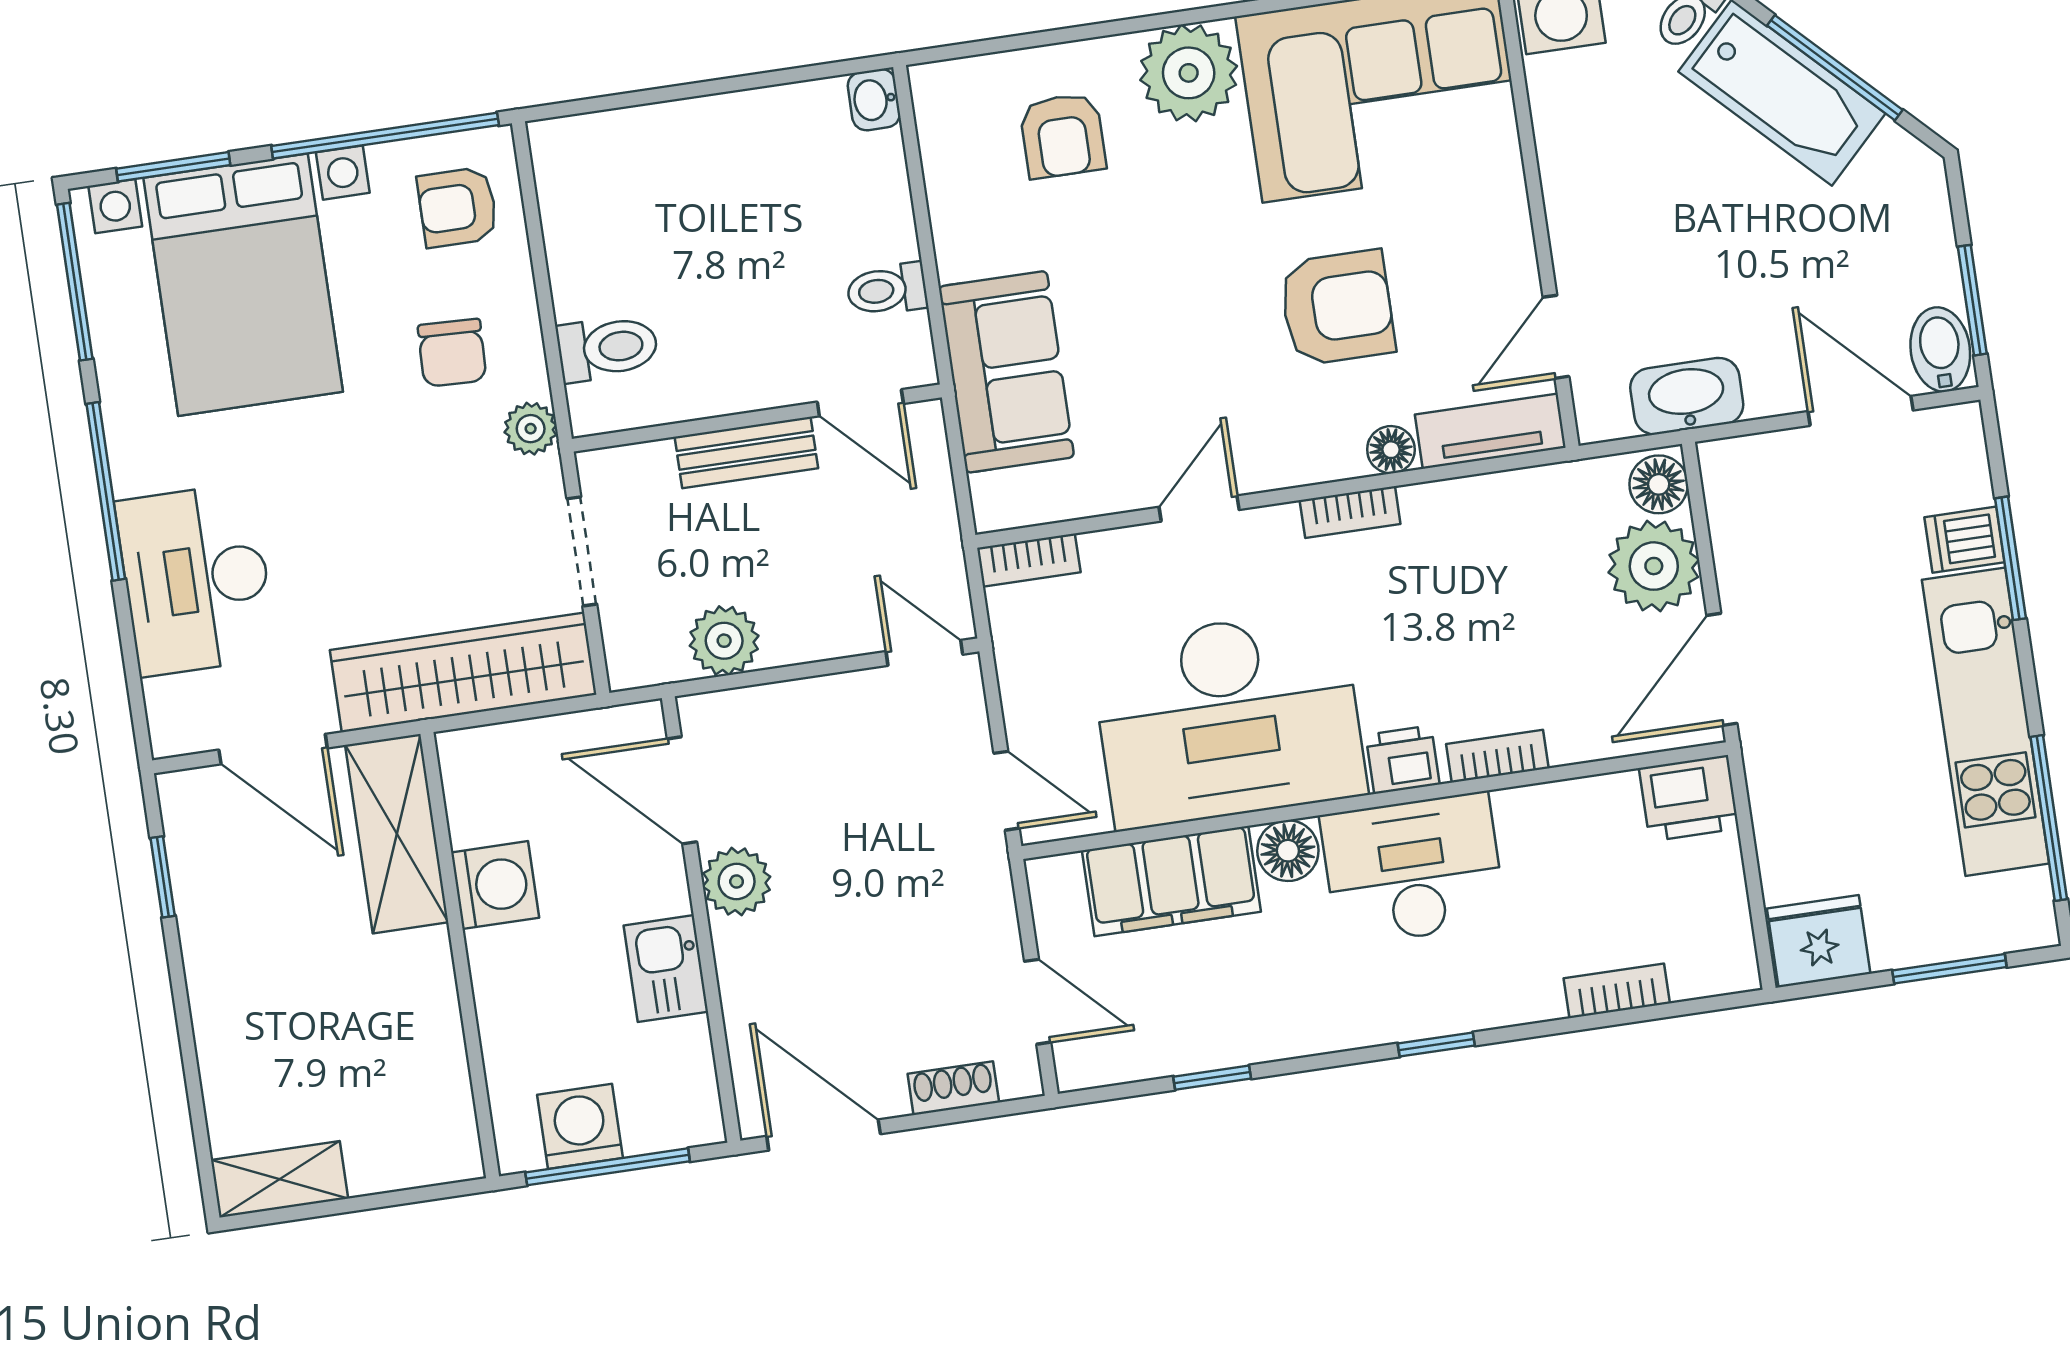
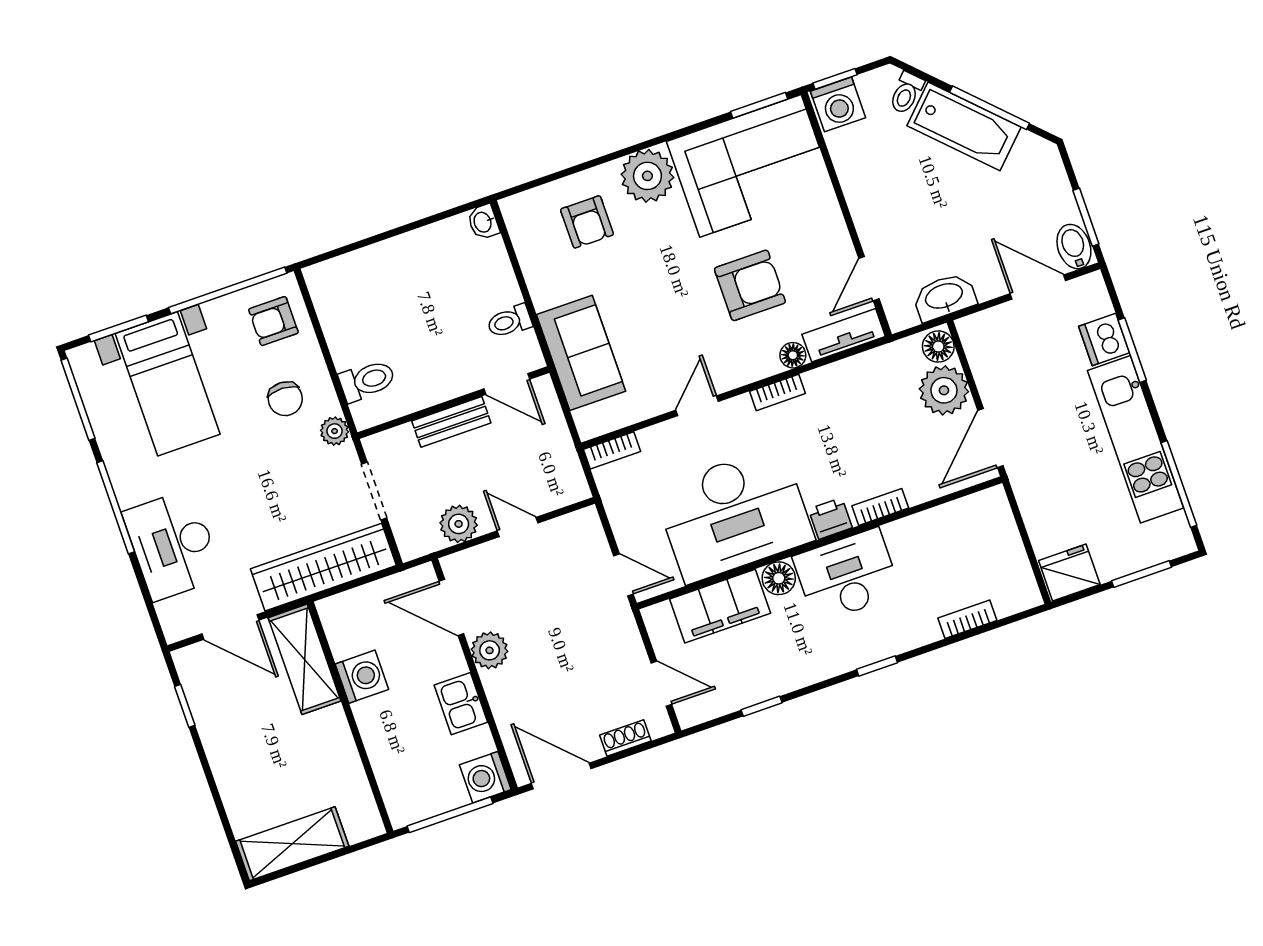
bed with nightstands: (243, 285) -> (168, 384), width x0.73
dishwasher: (1964, 540) -> (1104, 339), width x1.38
door: (924, 653) -> (518, 527), moved
printer: (1689, 798) -> (986, 510), removed
washing machine: (580, 1126) -> (485, 777), moved, turned -90
shelving: (280, 1179) -> (292, 844), width x1.50, depth x1.33

